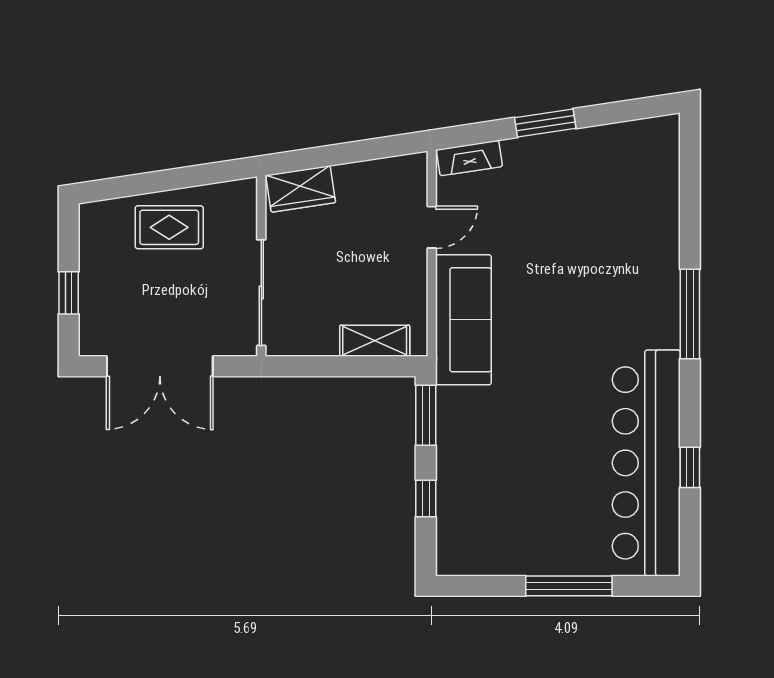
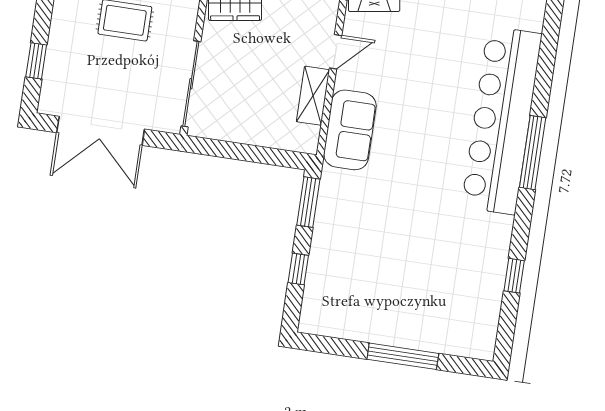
sofa: (463, 320) -> (350, 130), width x0.73
shelving: (375, 341) -> (313, 96), moved, turned 90
bar counter: (646, 463) -> (502, 120), moved

